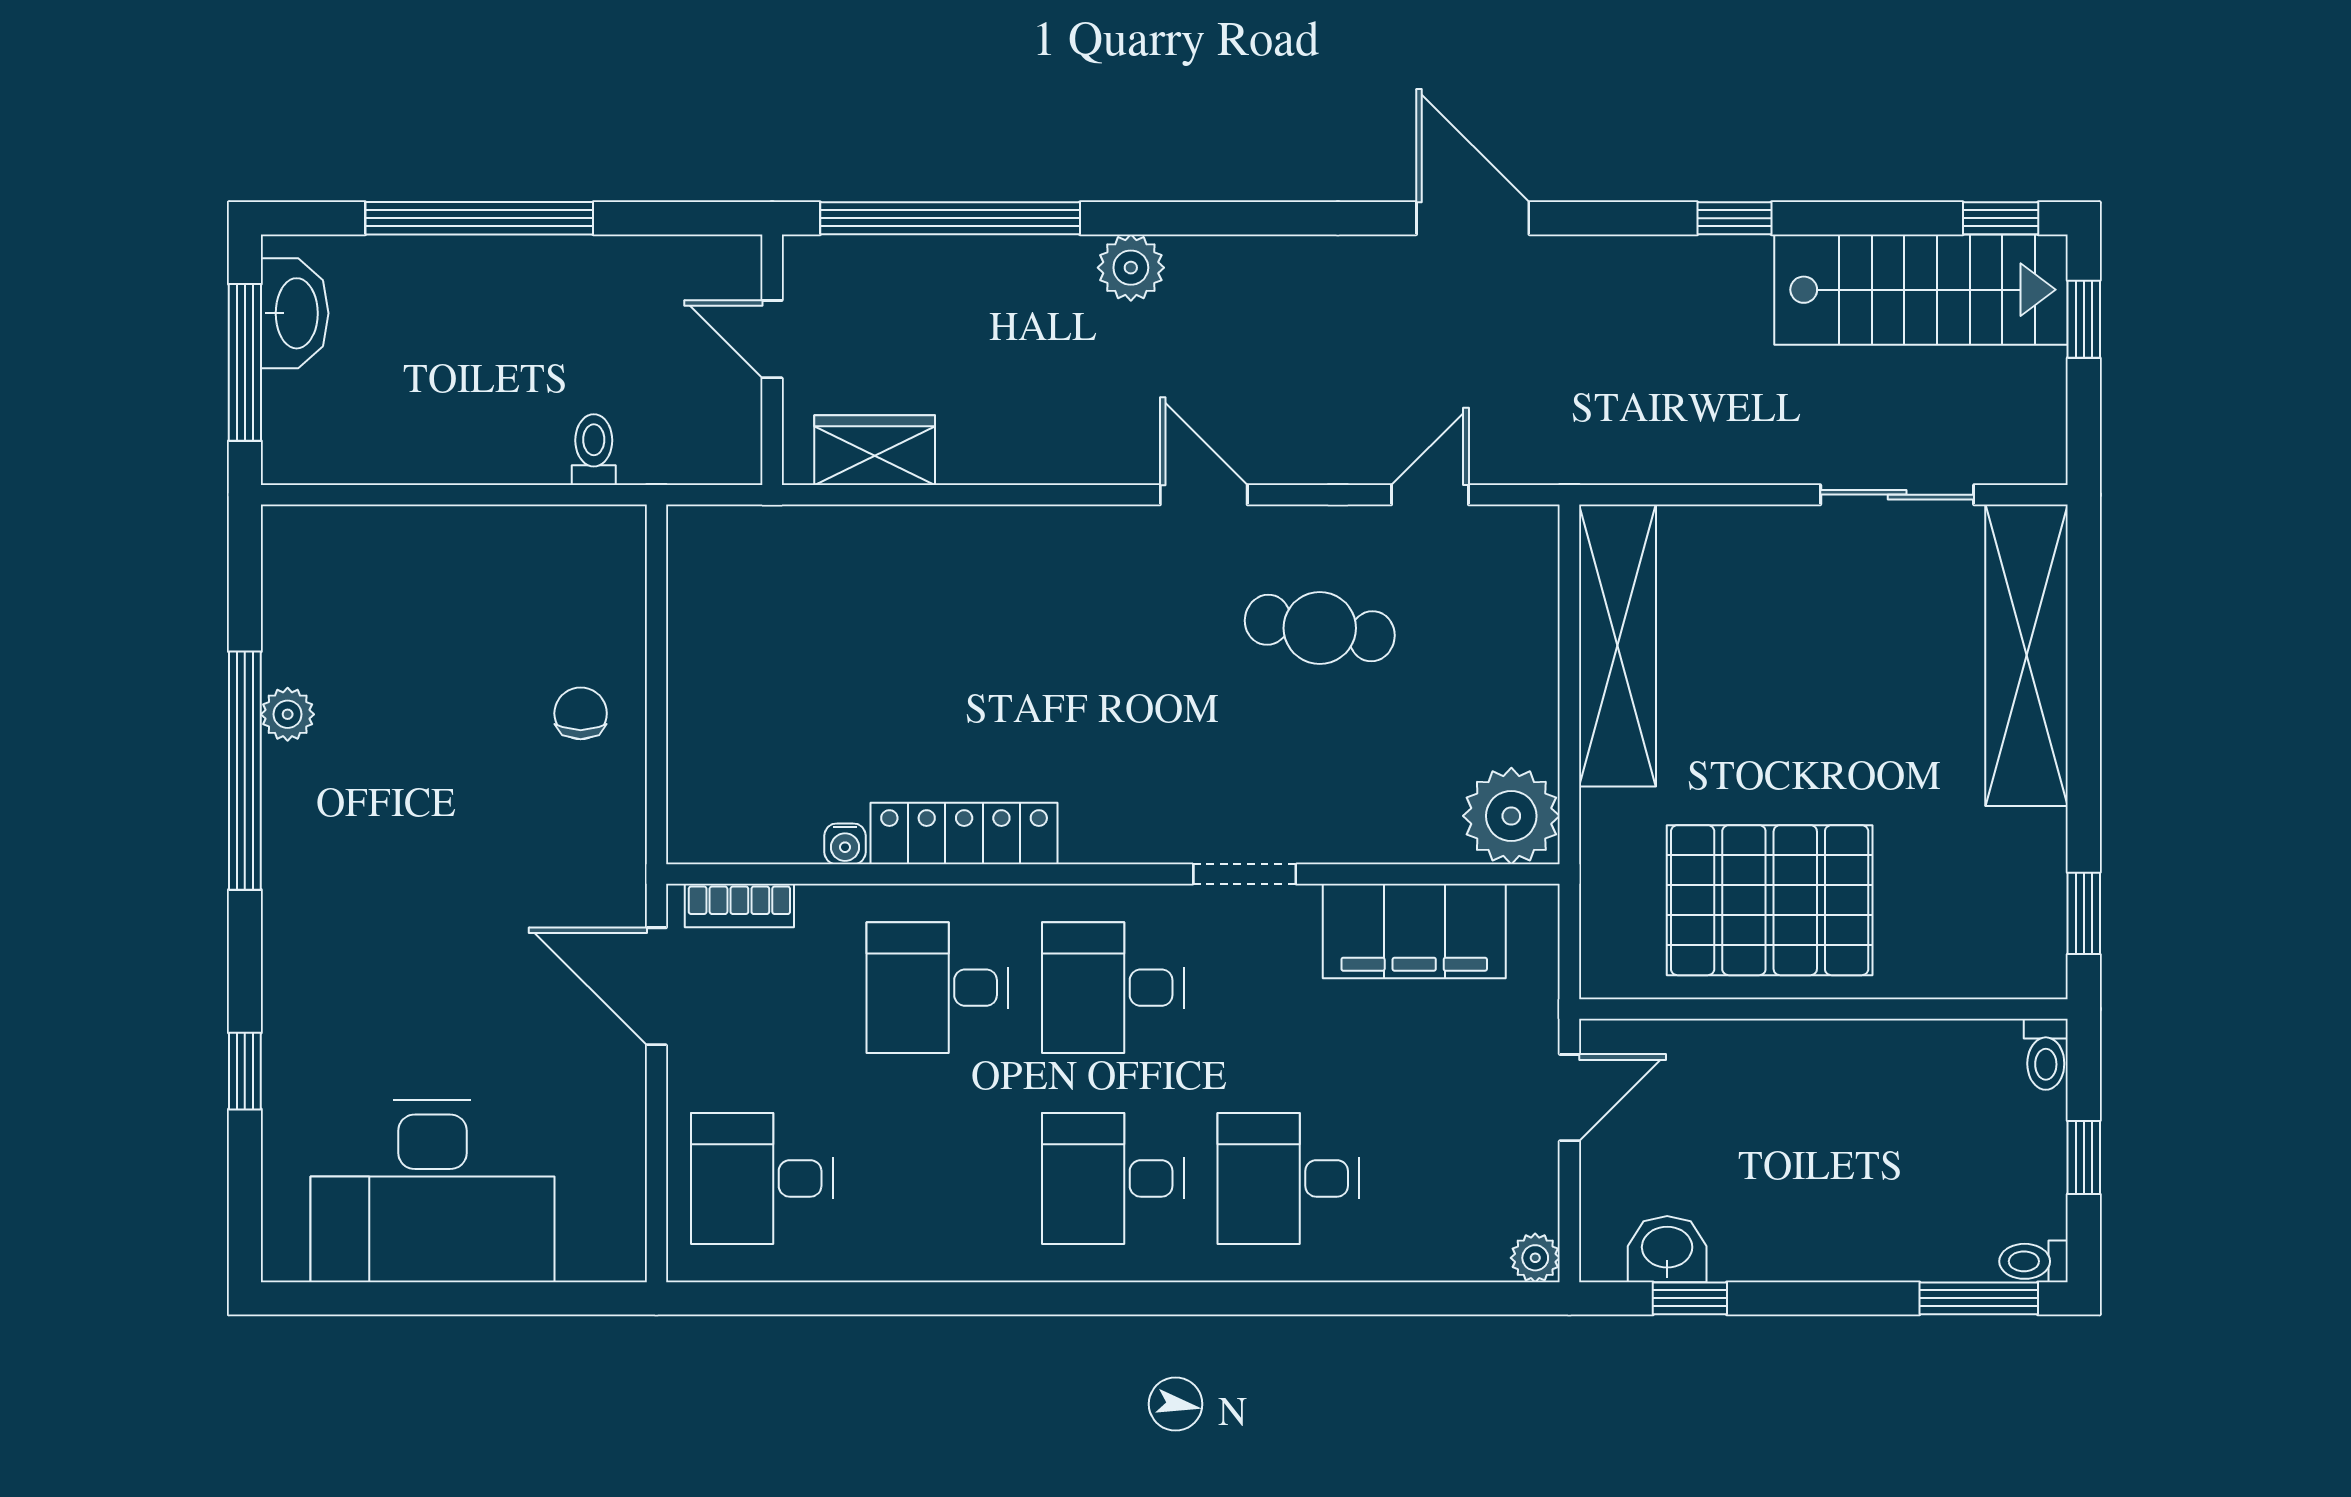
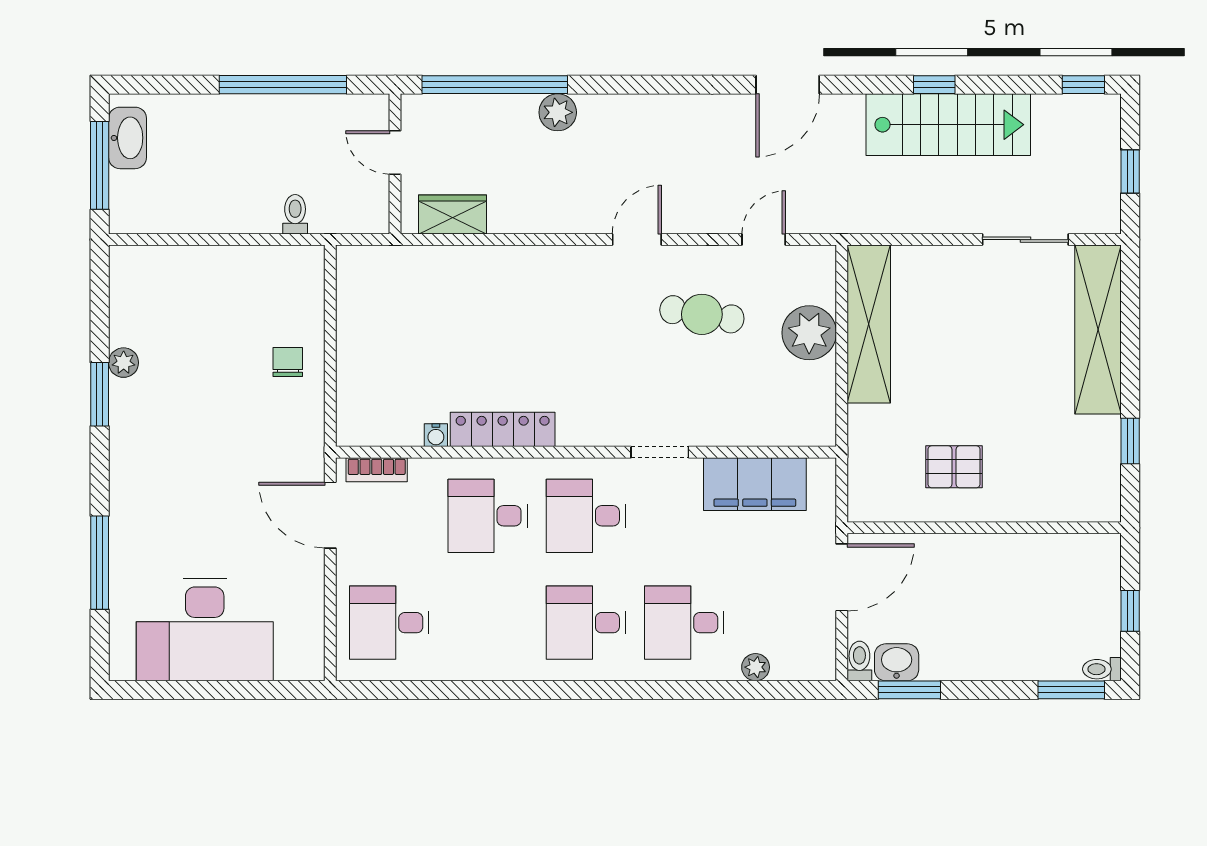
window: (479, 218) -> (283, 85), moved
door: (1473, 218) -> (788, 85), swing flipped
plant: (1131, 268) -> (558, 112), moved
stairs: (1921, 290) -> (948, 125), moved
window: (2084, 319) -> (1130, 171), moved
door: (1204, 495) -> (637, 240), hinge flipped
window: (245, 771) -> (100, 394), width x0.47
plant: (1511, 816) -> (809, 333), moved
pallet: (1770, 900) -> (954, 467), width x0.49, depth x0.50
window: (2084, 913) -> (1130, 441), moved
toilet: (2046, 1054) -> (859, 661), moved, turned 180
window: (245, 1071) -> (100, 563), width x2.17
door: (1569, 1098) -> (842, 577), width x1.38
plant: (1535, 1258) -> (756, 667), moved
window: (1690, 1298) -> (909, 690), width x1.50

